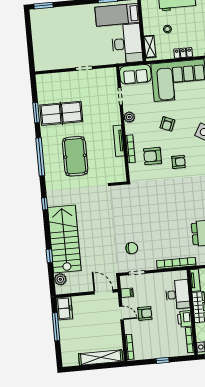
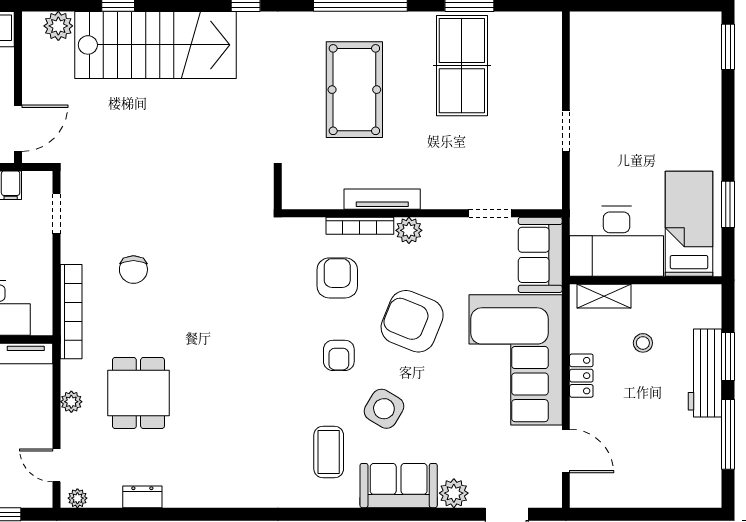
plant: (129, 117) -> (409, 230), moved
armchair: (167, 124) -> (412, 321), width x1.88, depth x1.88
pool table: (75, 156) -> (354, 90), turned 90
armchair: (179, 162) -> (339, 355), moved
chair: (132, 248) -> (133, 270), moved

